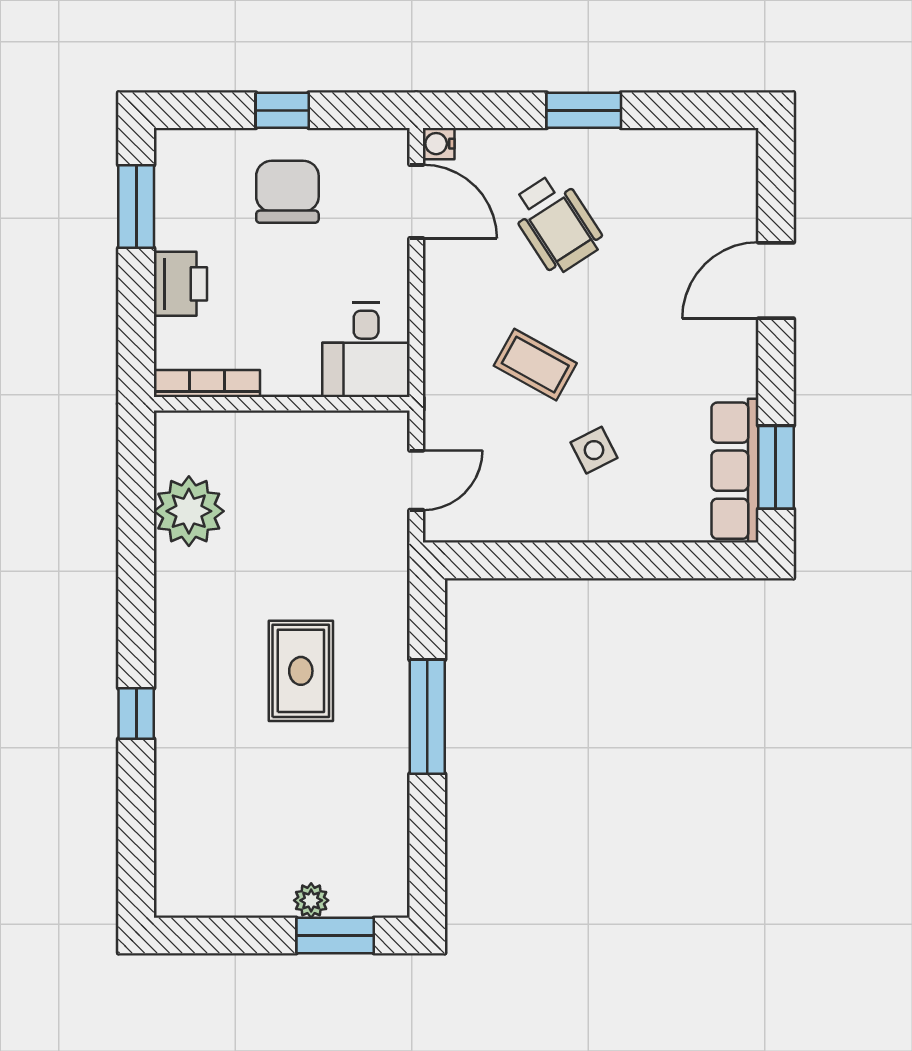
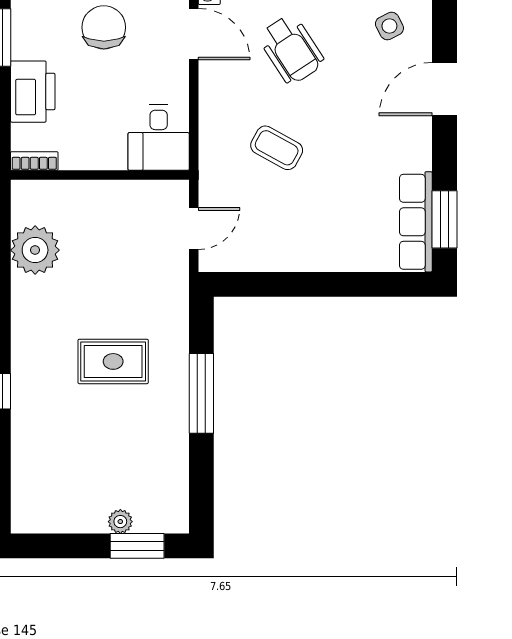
printer: (180, 284) -> (33, 92), width x1.37, depth x1.19
bookcase: (207, 384) -> (34, 161), width x0.64
side table: (594, 450) -> (389, 26), moved
rug: (301, 671) -> (113, 361), turned 90

